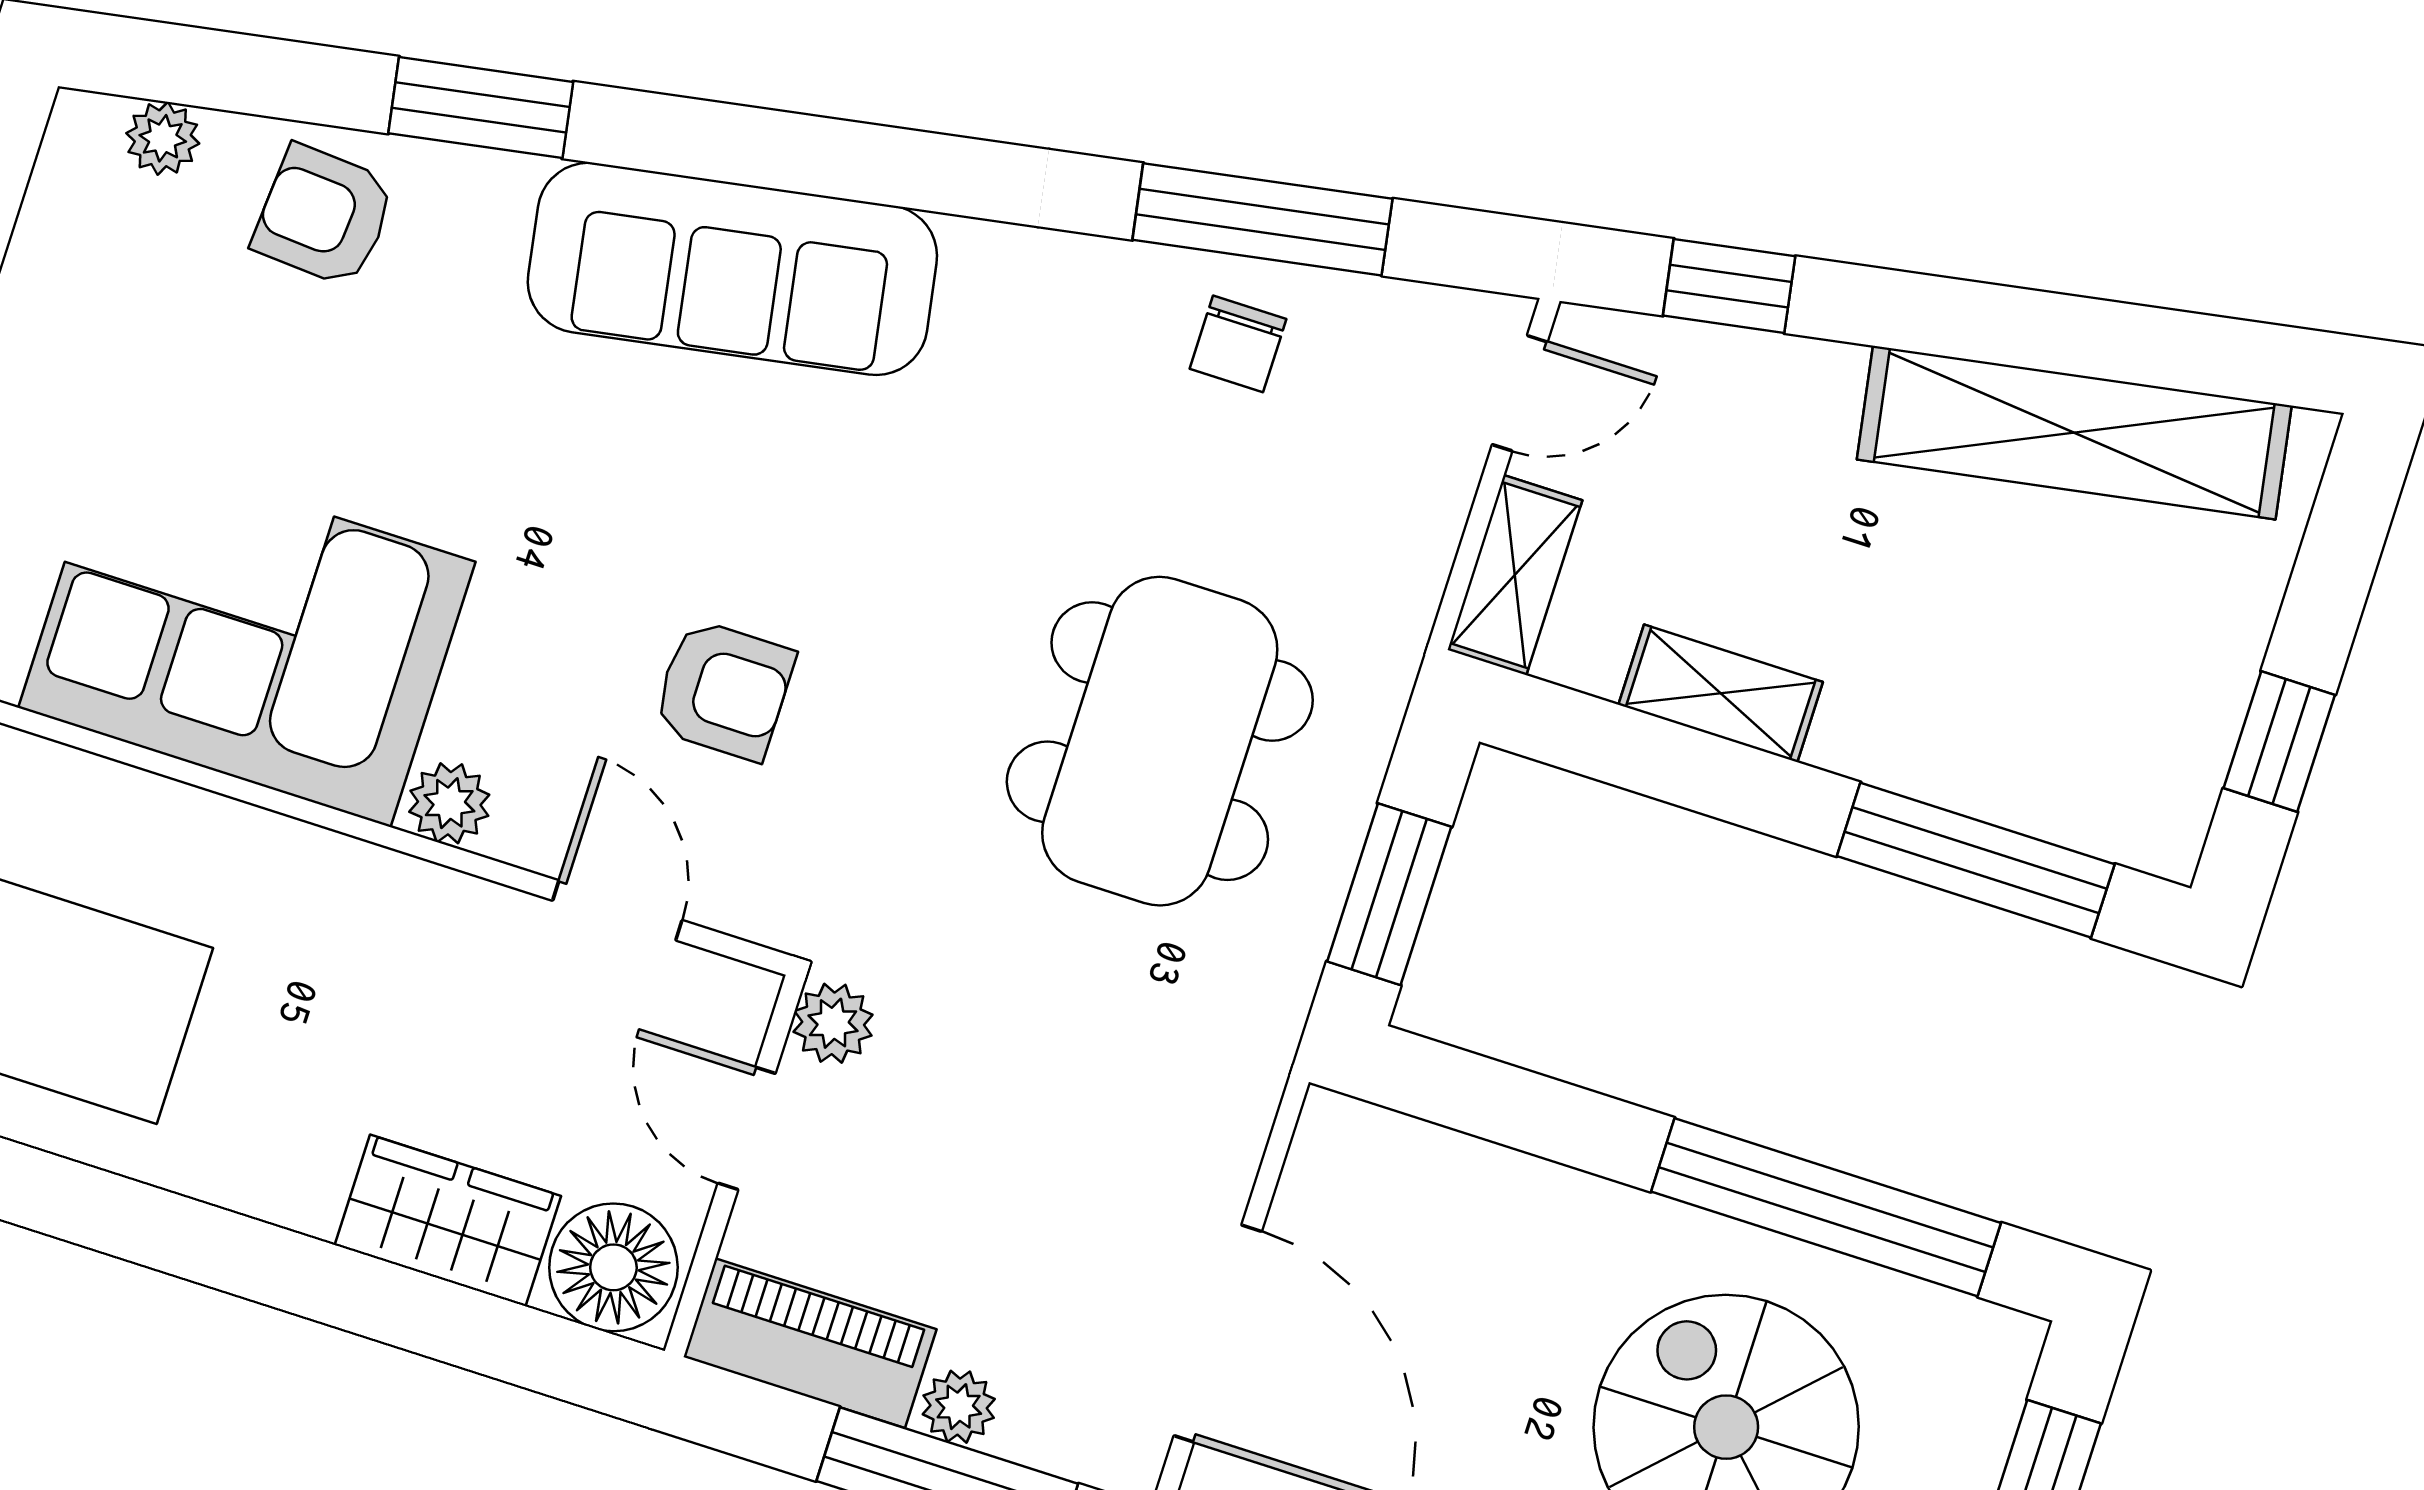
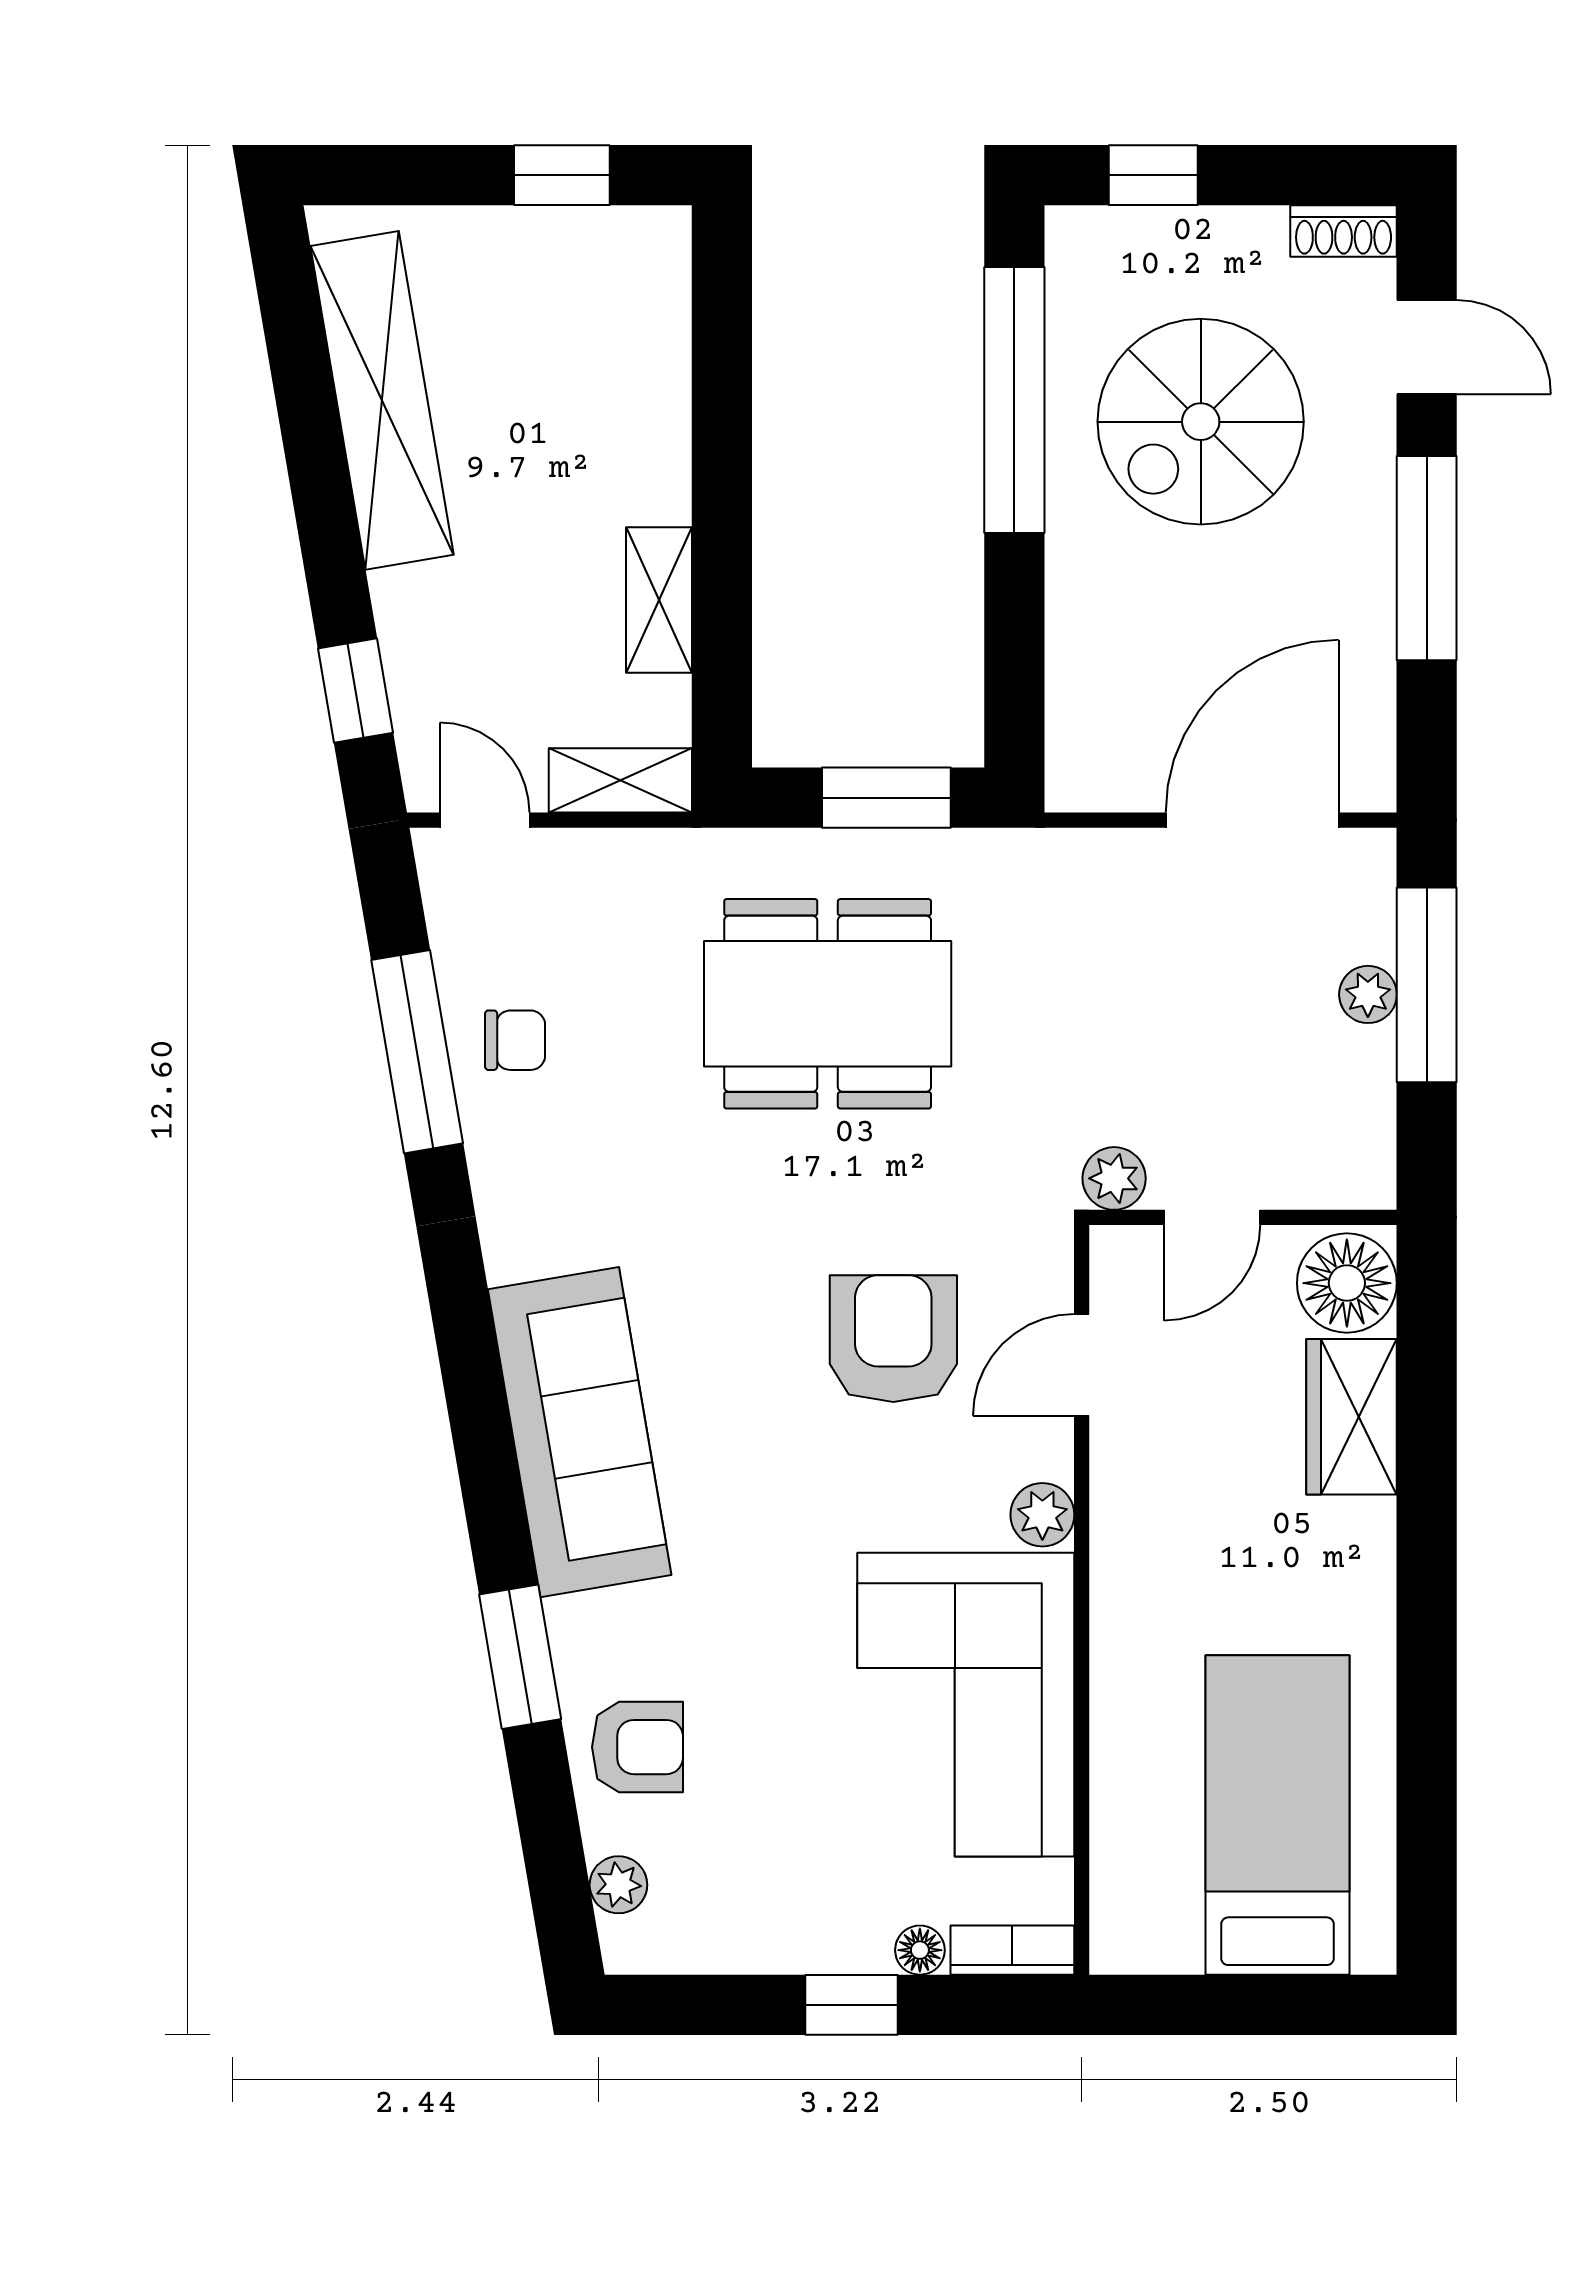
armchair: (324, 216) -> (637, 1747), turned -94
armchair: (724, 690) -> (893, 1339), width x1.38, depth x1.38
window: (1976, 860) -> (722, 372), removed
piano: (810, 1343) -> (1356, 1120), removed

